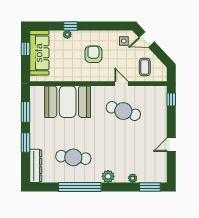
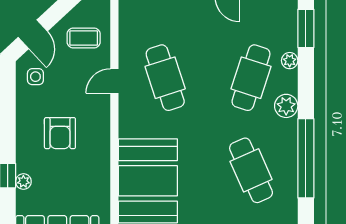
armchair: (93, 54) -> (60, 133), turned -90
cafe table: (123, 111) -> (165, 78), turned -36
cafe table: (73, 157) -> (251, 170), turned -30
cafe table: (123, 157) -> (251, 78), added

